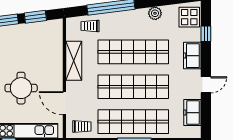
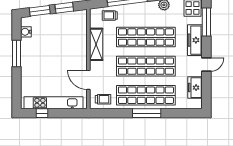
window: (206, 34) -> (206, 22), width x2.17
freezer: (192, 56) -> (195, 40), width x1.40
round table: (21, 88) -> (52, 67), removed

